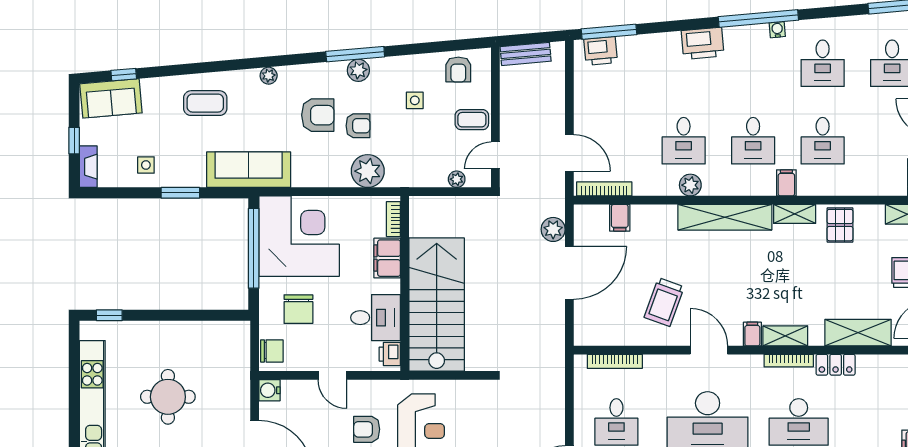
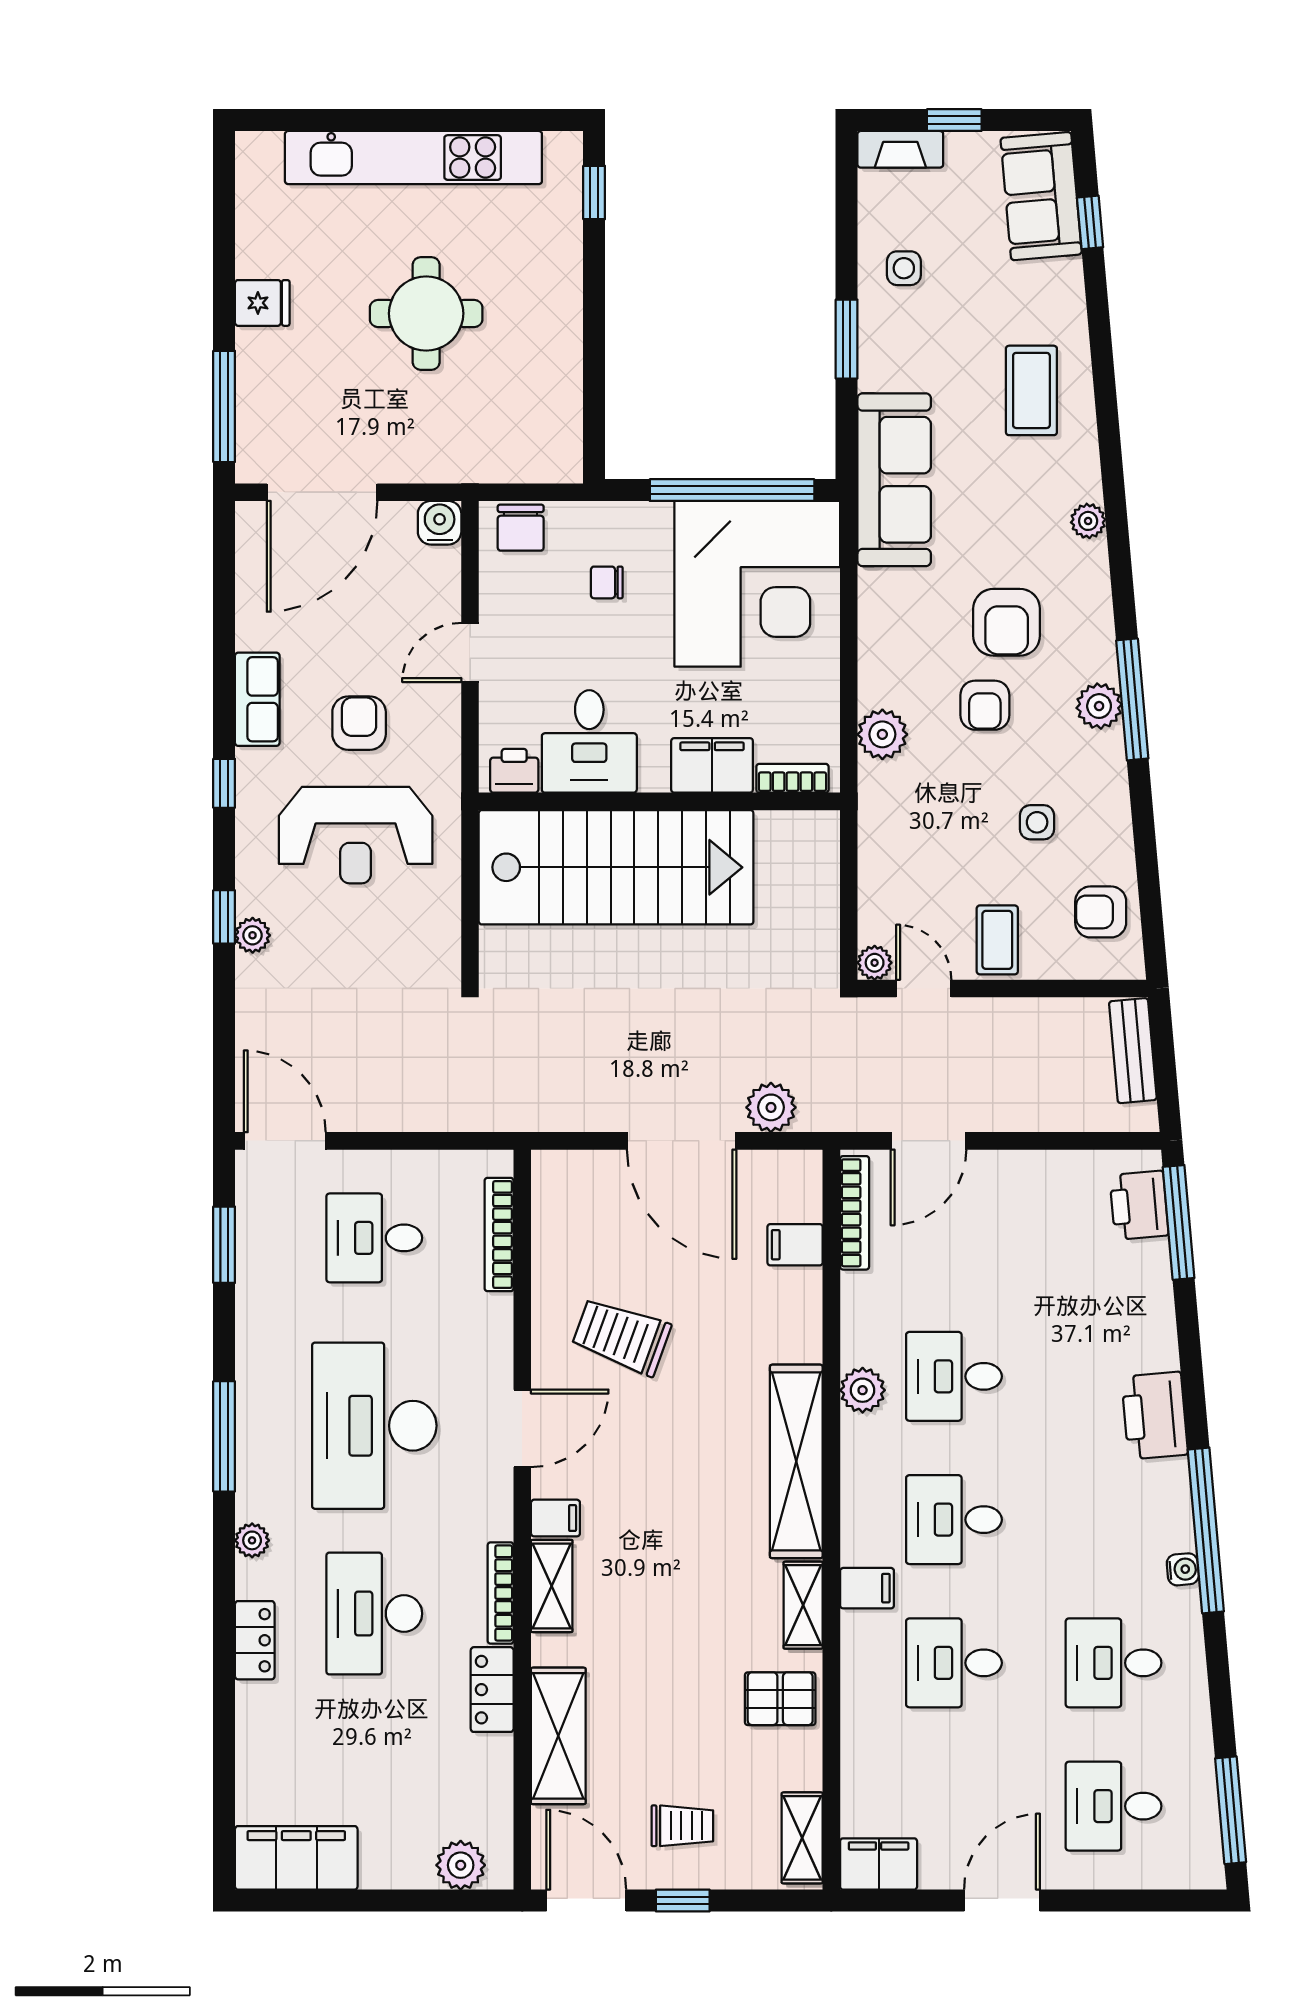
plant: (368, 171) -> (882, 734), width x0.73, depth x0.73
plant: (457, 179) -> (875, 963), moved
chair: (298, 309) -> (607, 582), width x0.54, depth x0.54

